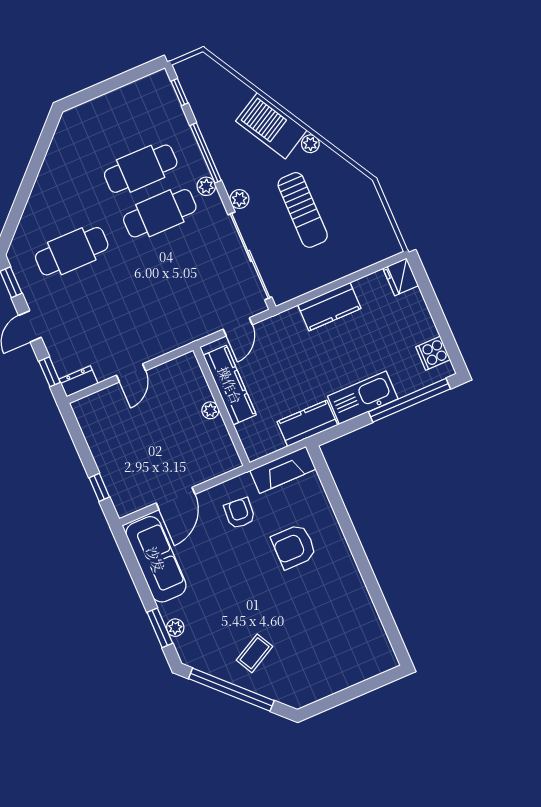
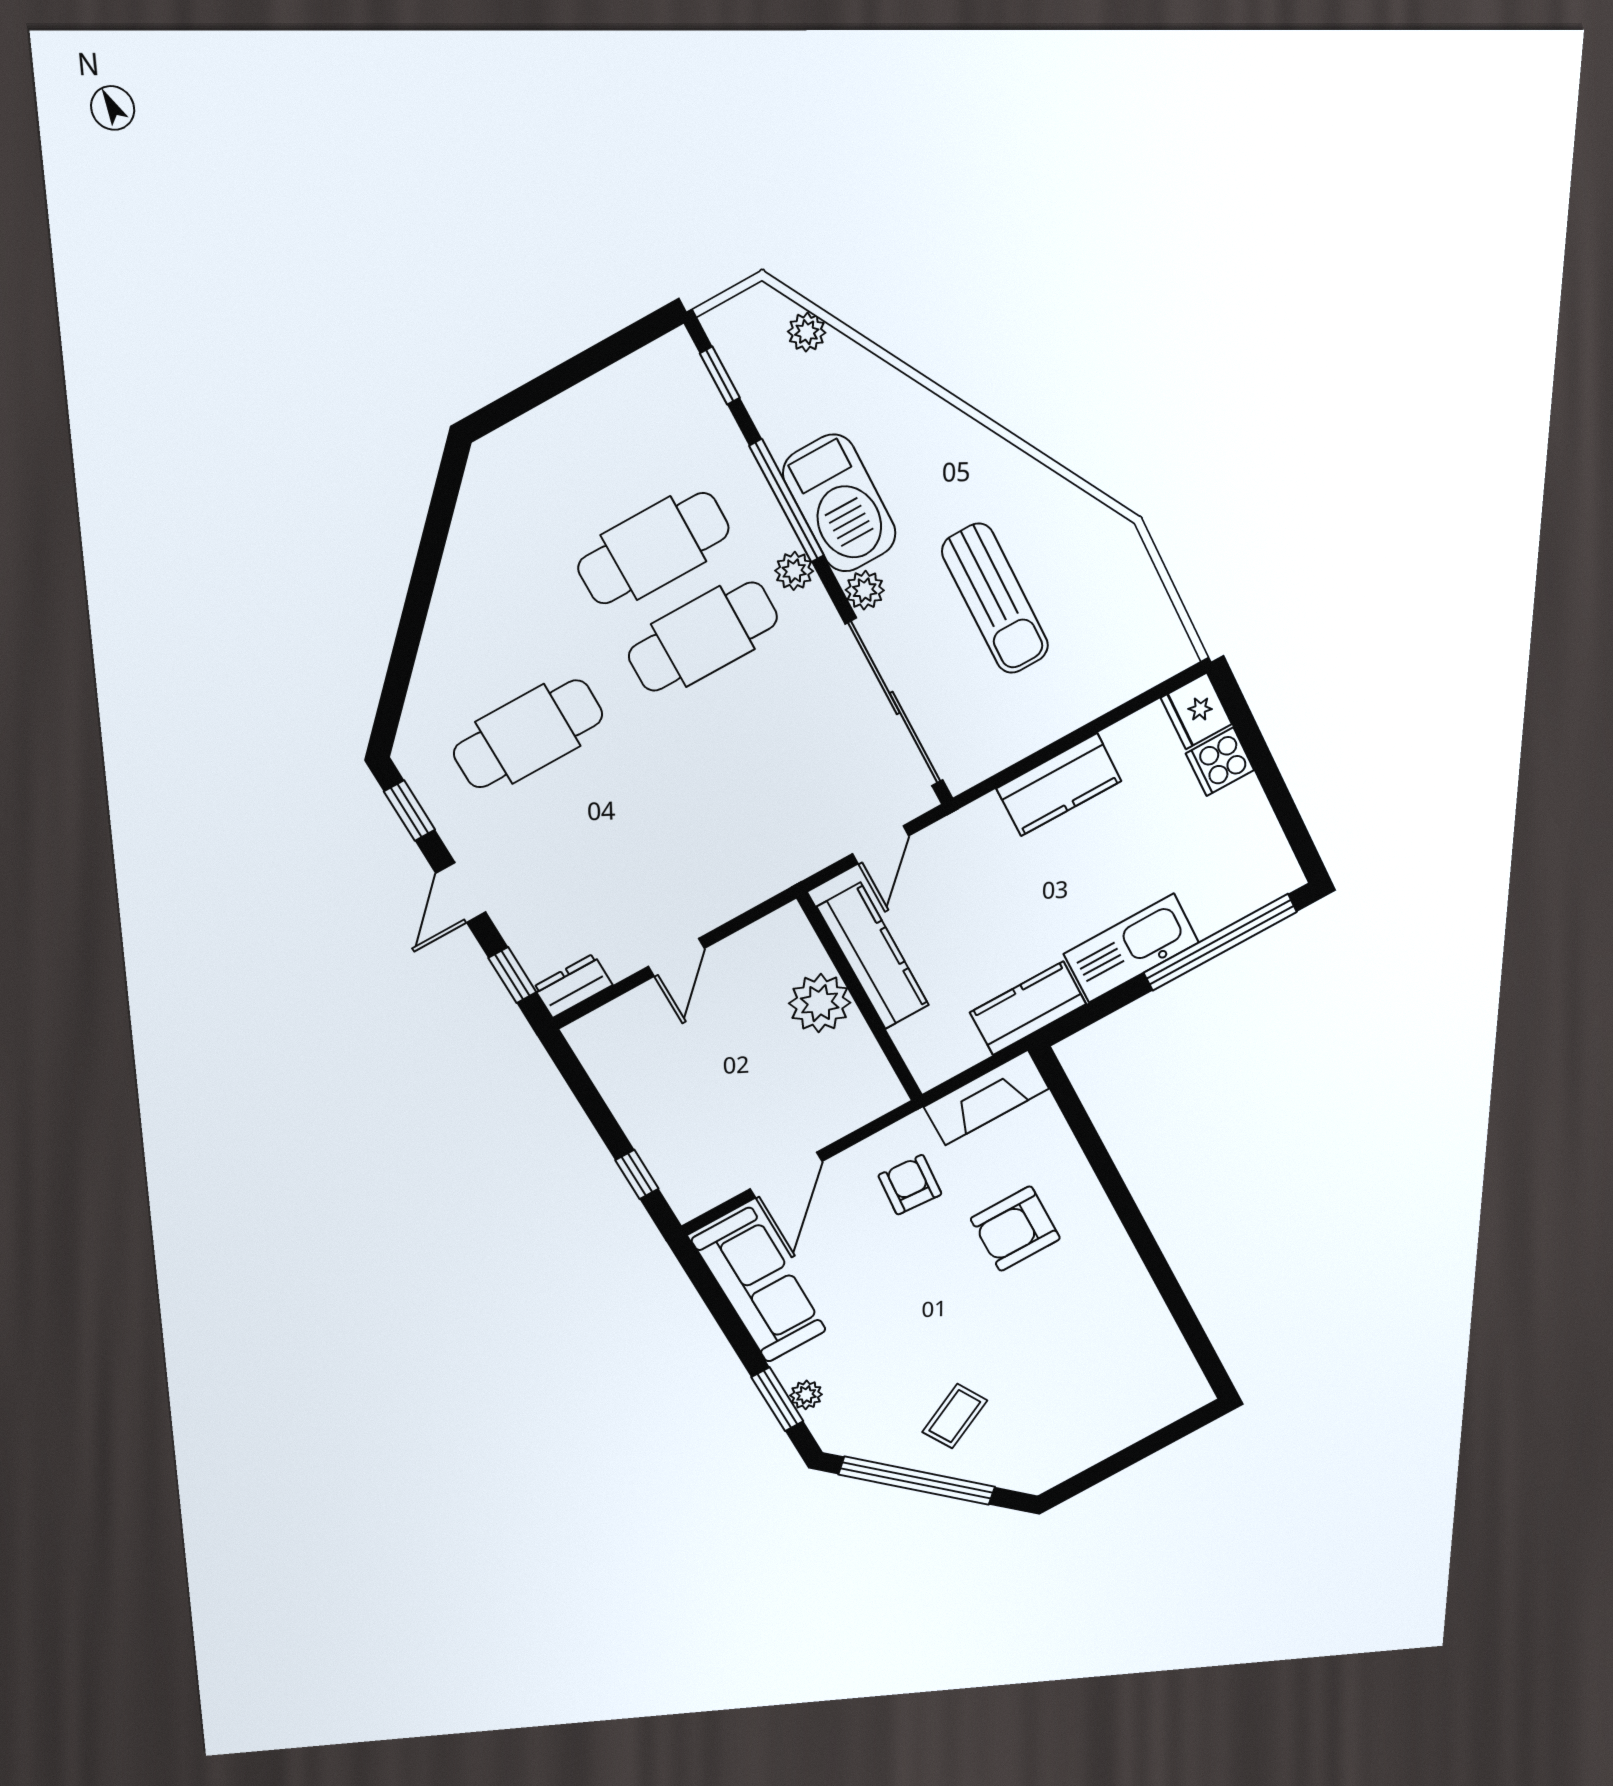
barbecue: (271, 126) -> (840, 503), moved, turned -150
plant: (310, 144) -> (807, 332), moved
cooker: (433, 353) -> (1220, 762), moved
plant: (210, 410) -> (820, 1003), width x1.88, depth x1.88

